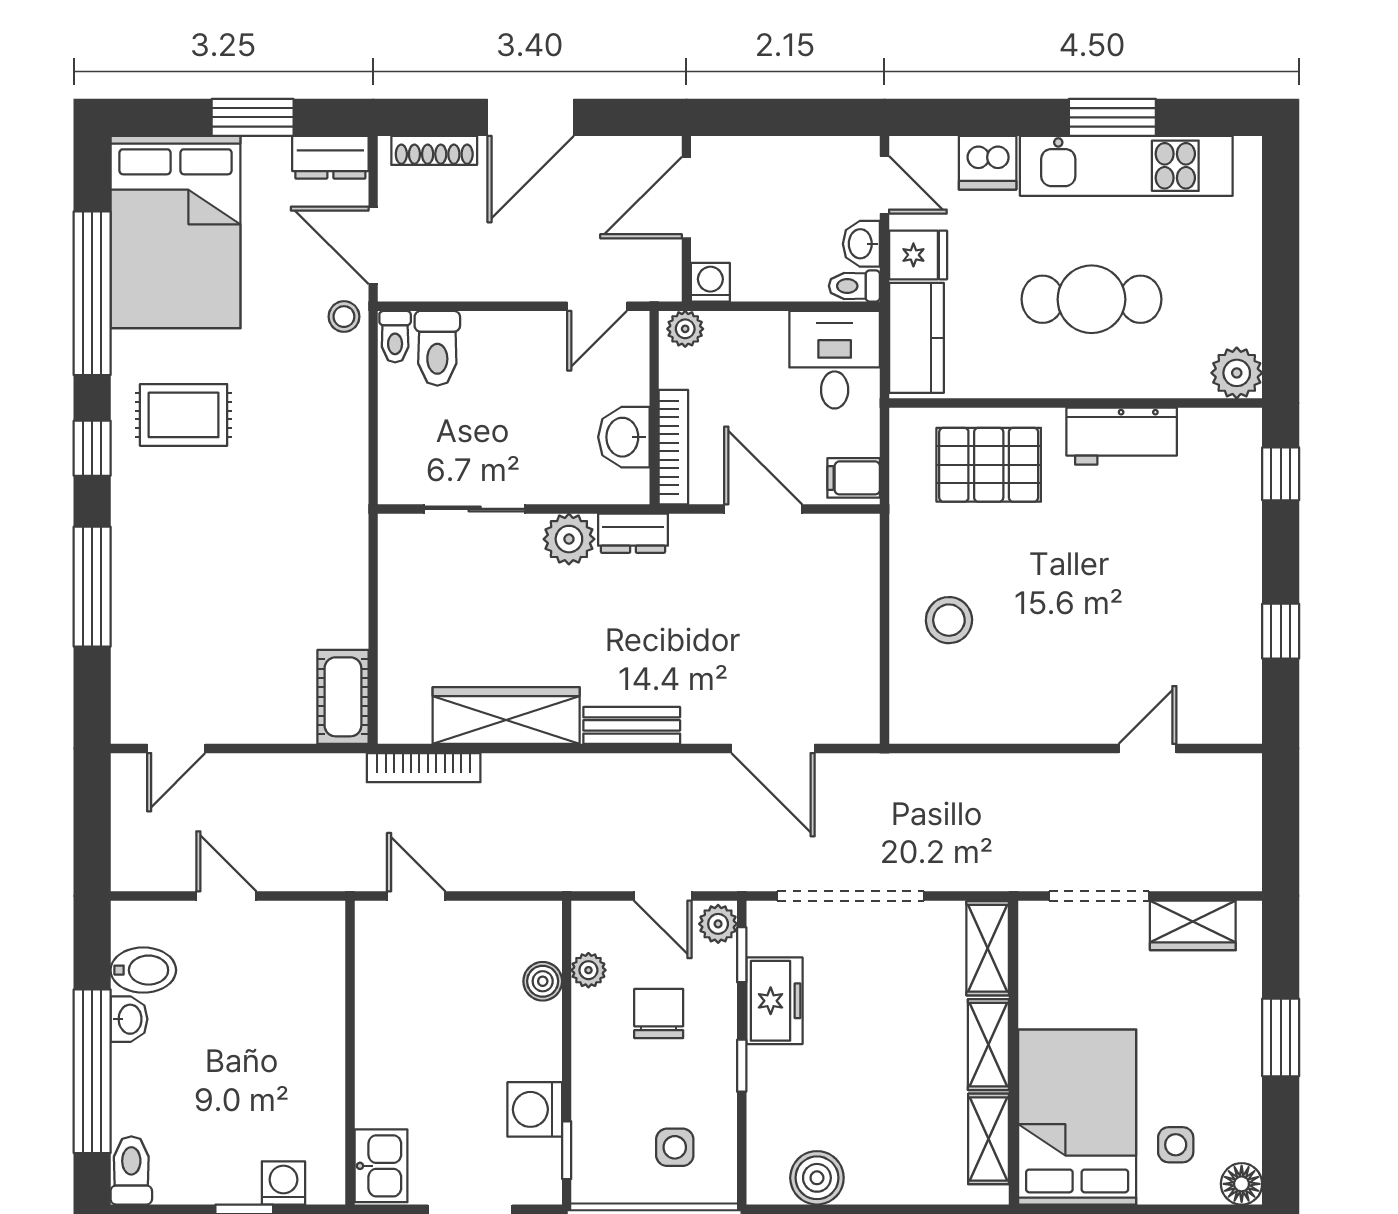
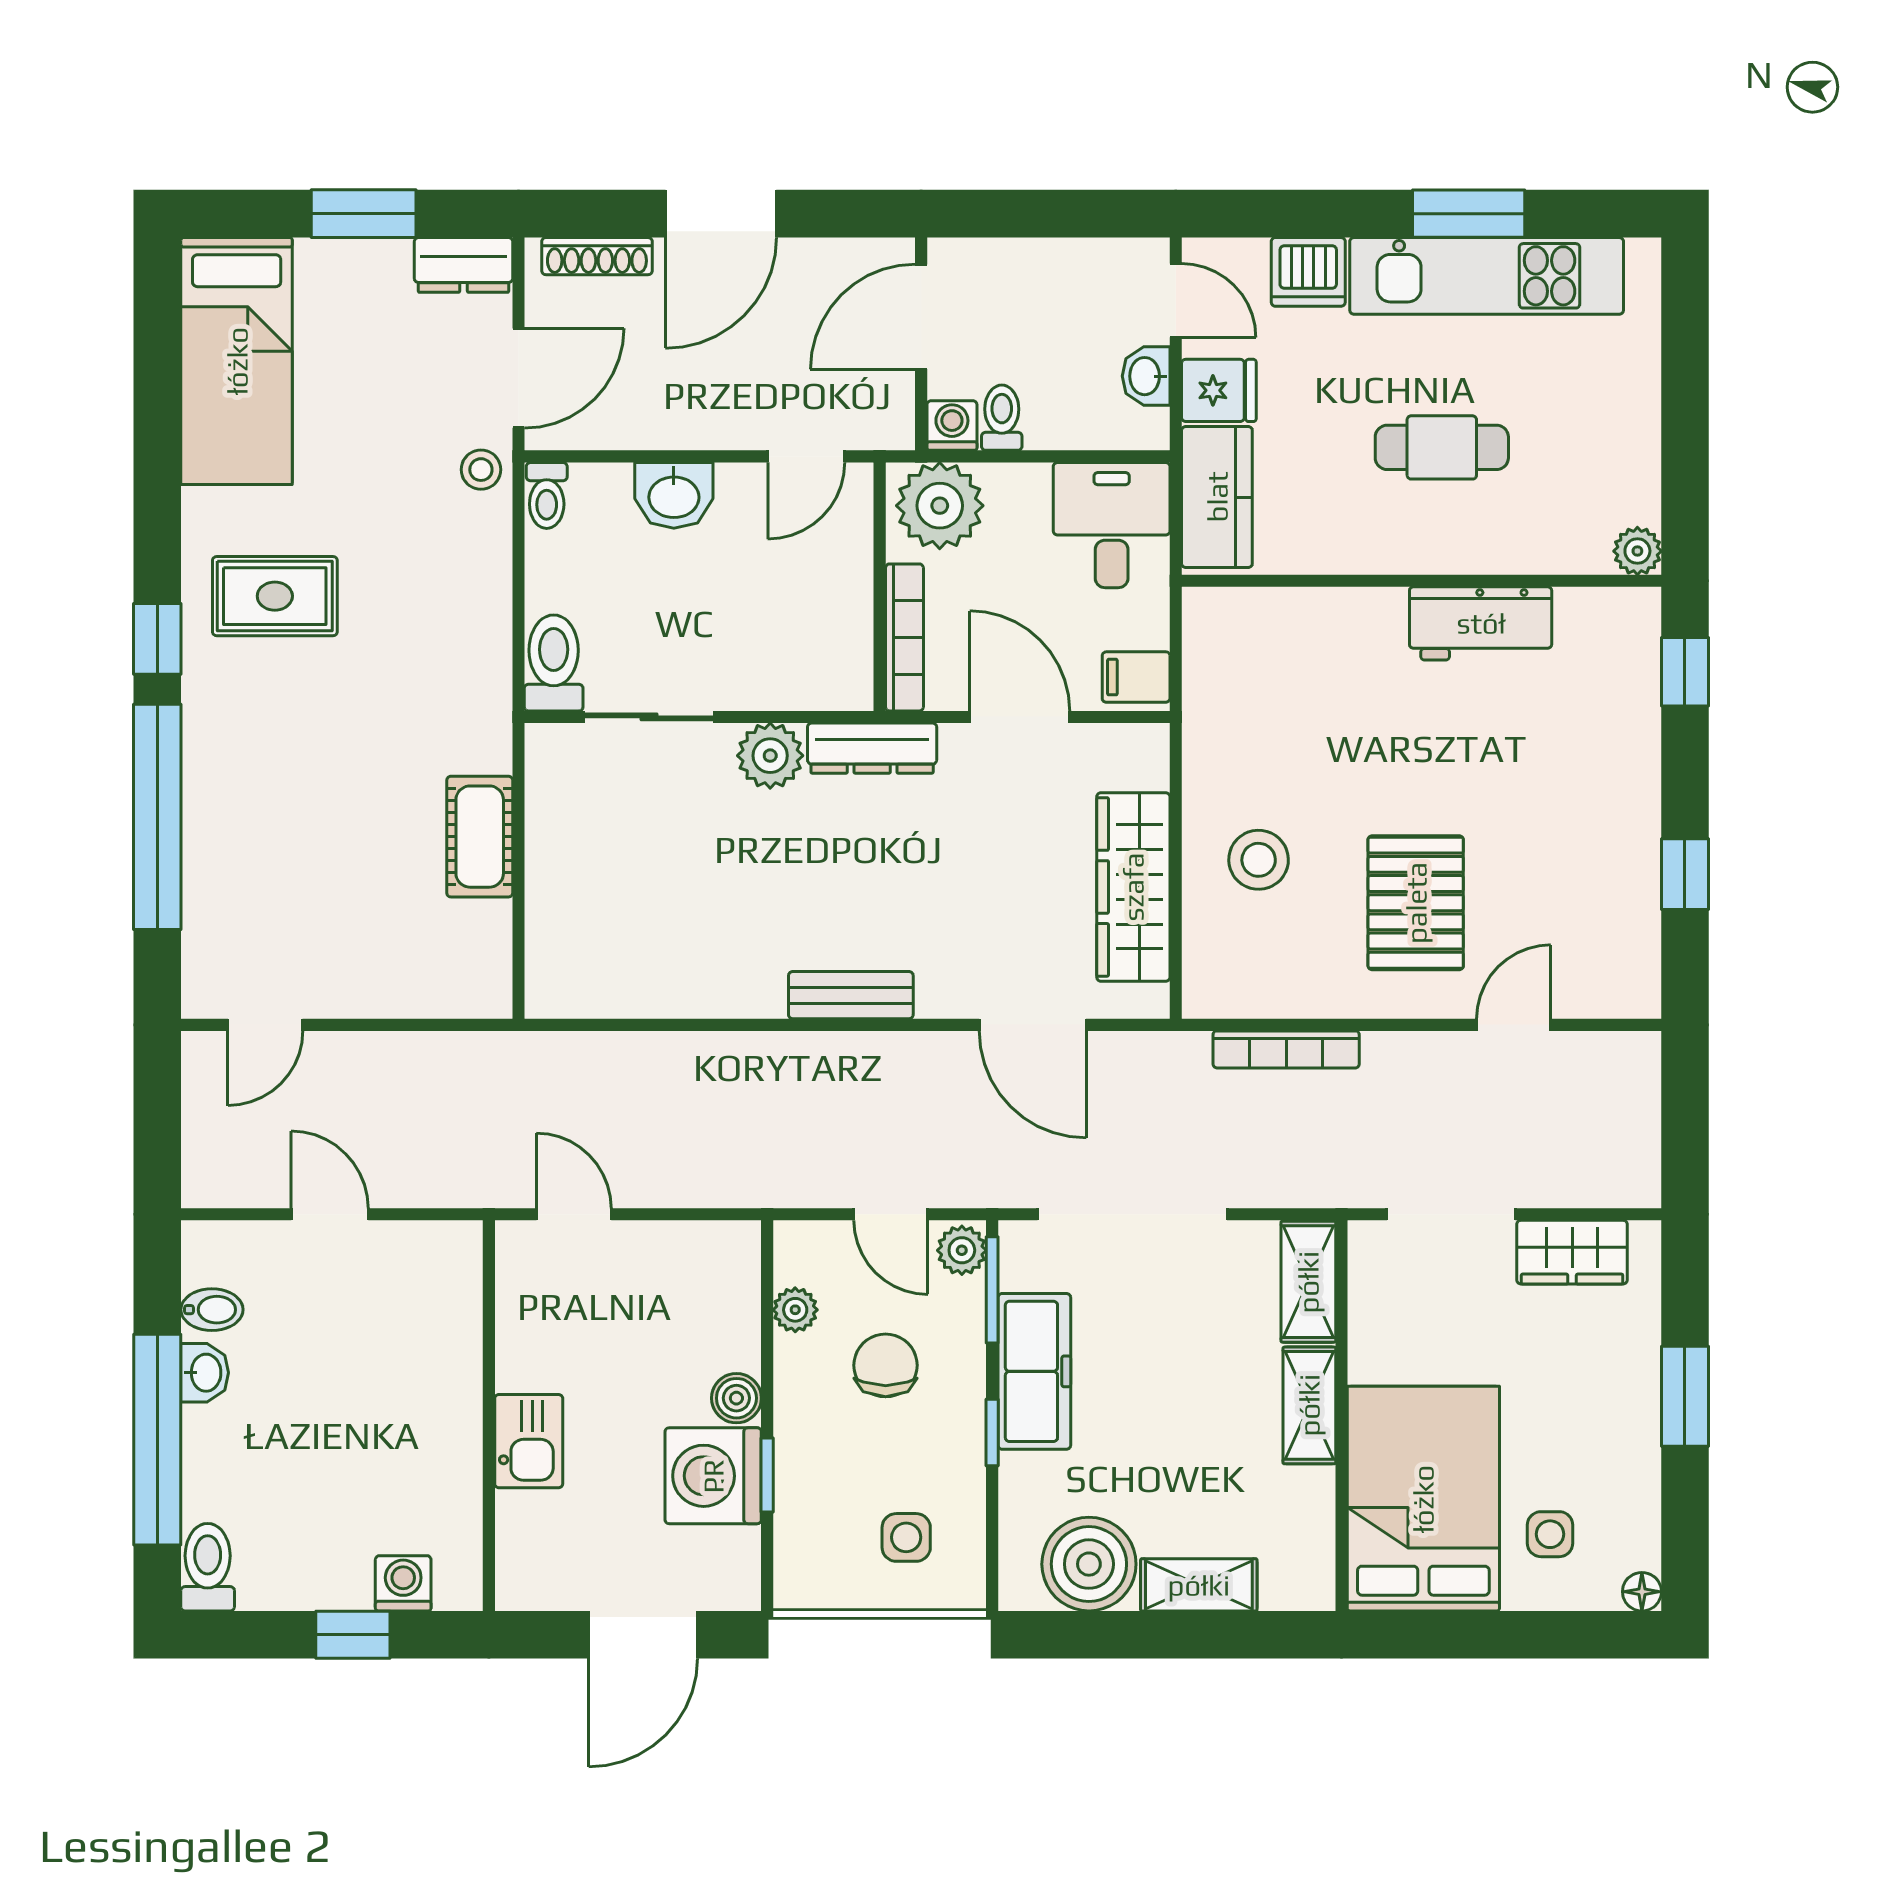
bed: (175, 232) -> (237, 361), width x0.67
door: (373, 245) -> (518, 378), swing flipped
toilet: (854, 286) -> (1002, 418), moved, turned 90
window: (92, 293) -> (157, 440), removed
cafe table: (1091, 299) -> (1442, 447), width x0.73, depth x0.74
plant: (685, 329) -> (940, 506), width x1.88, depth x1.88
toilet: (437, 348) -> (554, 663), moved, turned 180
plant: (1237, 373) -> (1637, 551), width x0.73, depth x0.73
washbasin: (624, 437) -> (674, 495), moved, turned -90
pallet: (989, 465) -> (1416, 903), moved, turned 90
dresser: (633, 533) -> (872, 748), width x1.44
window: (92, 587) -> (157, 817), width x1.46
cot: (343, 697) -> (480, 837), moved
wardrobe: (506, 715) -> (1133, 887), moved, turned -90
bookcase: (424, 768) -> (1286, 1049), moved
window: (742, 955) -> (992, 1290), width x1.50
bidet: (143, 970) -> (212, 1310), width x0.72, depth x0.74
boiler: (543, 981) -> (736, 1398), moved
freezer: (774, 1001) -> (1034, 1371), width x1.40
washing machine: (535, 1109) -> (713, 1476), width x1.37, depth x1.37
shelving: (988, 1139) -> (1199, 1585), moved, turned 90
window: (567, 1150) -> (767, 1475), moved
kitchen sink: (381, 1166) -> (529, 1441), moved
boiler: (817, 1178) -> (1089, 1564), width x1.37, depth x1.37
floor lamp: (1242, 1184) -> (1642, 1592), width x0.73, depth x0.73

